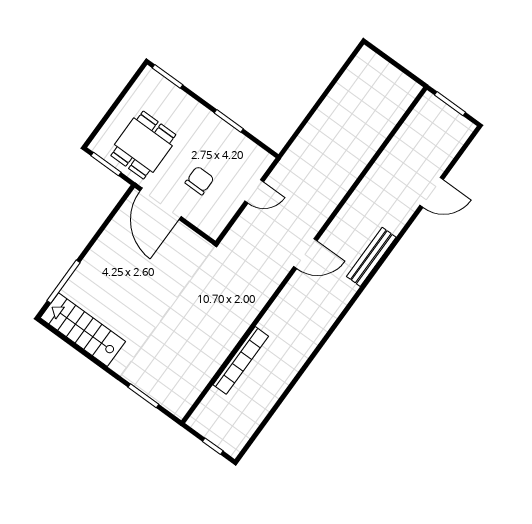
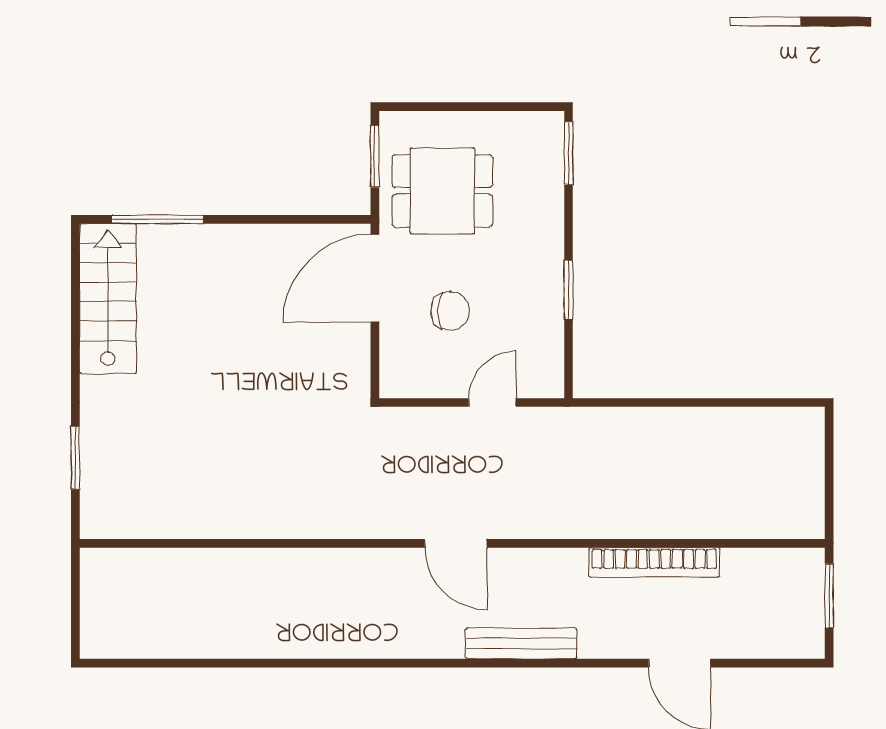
door: (254, 191) -> (492, 402), swing flipped
bookcase: (241, 360) -> (654, 562), moved
window: (213, 446) -> (75, 613), removed

